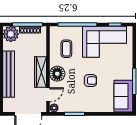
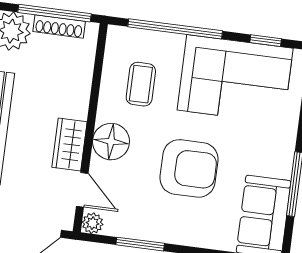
wardrobe: (40, 72) -> (69, 145), width x0.67
armchair: (90, 81) -> (189, 168), width x1.88, depth x1.88
door: (48, 95) -> (82, 190), hinge flipped

